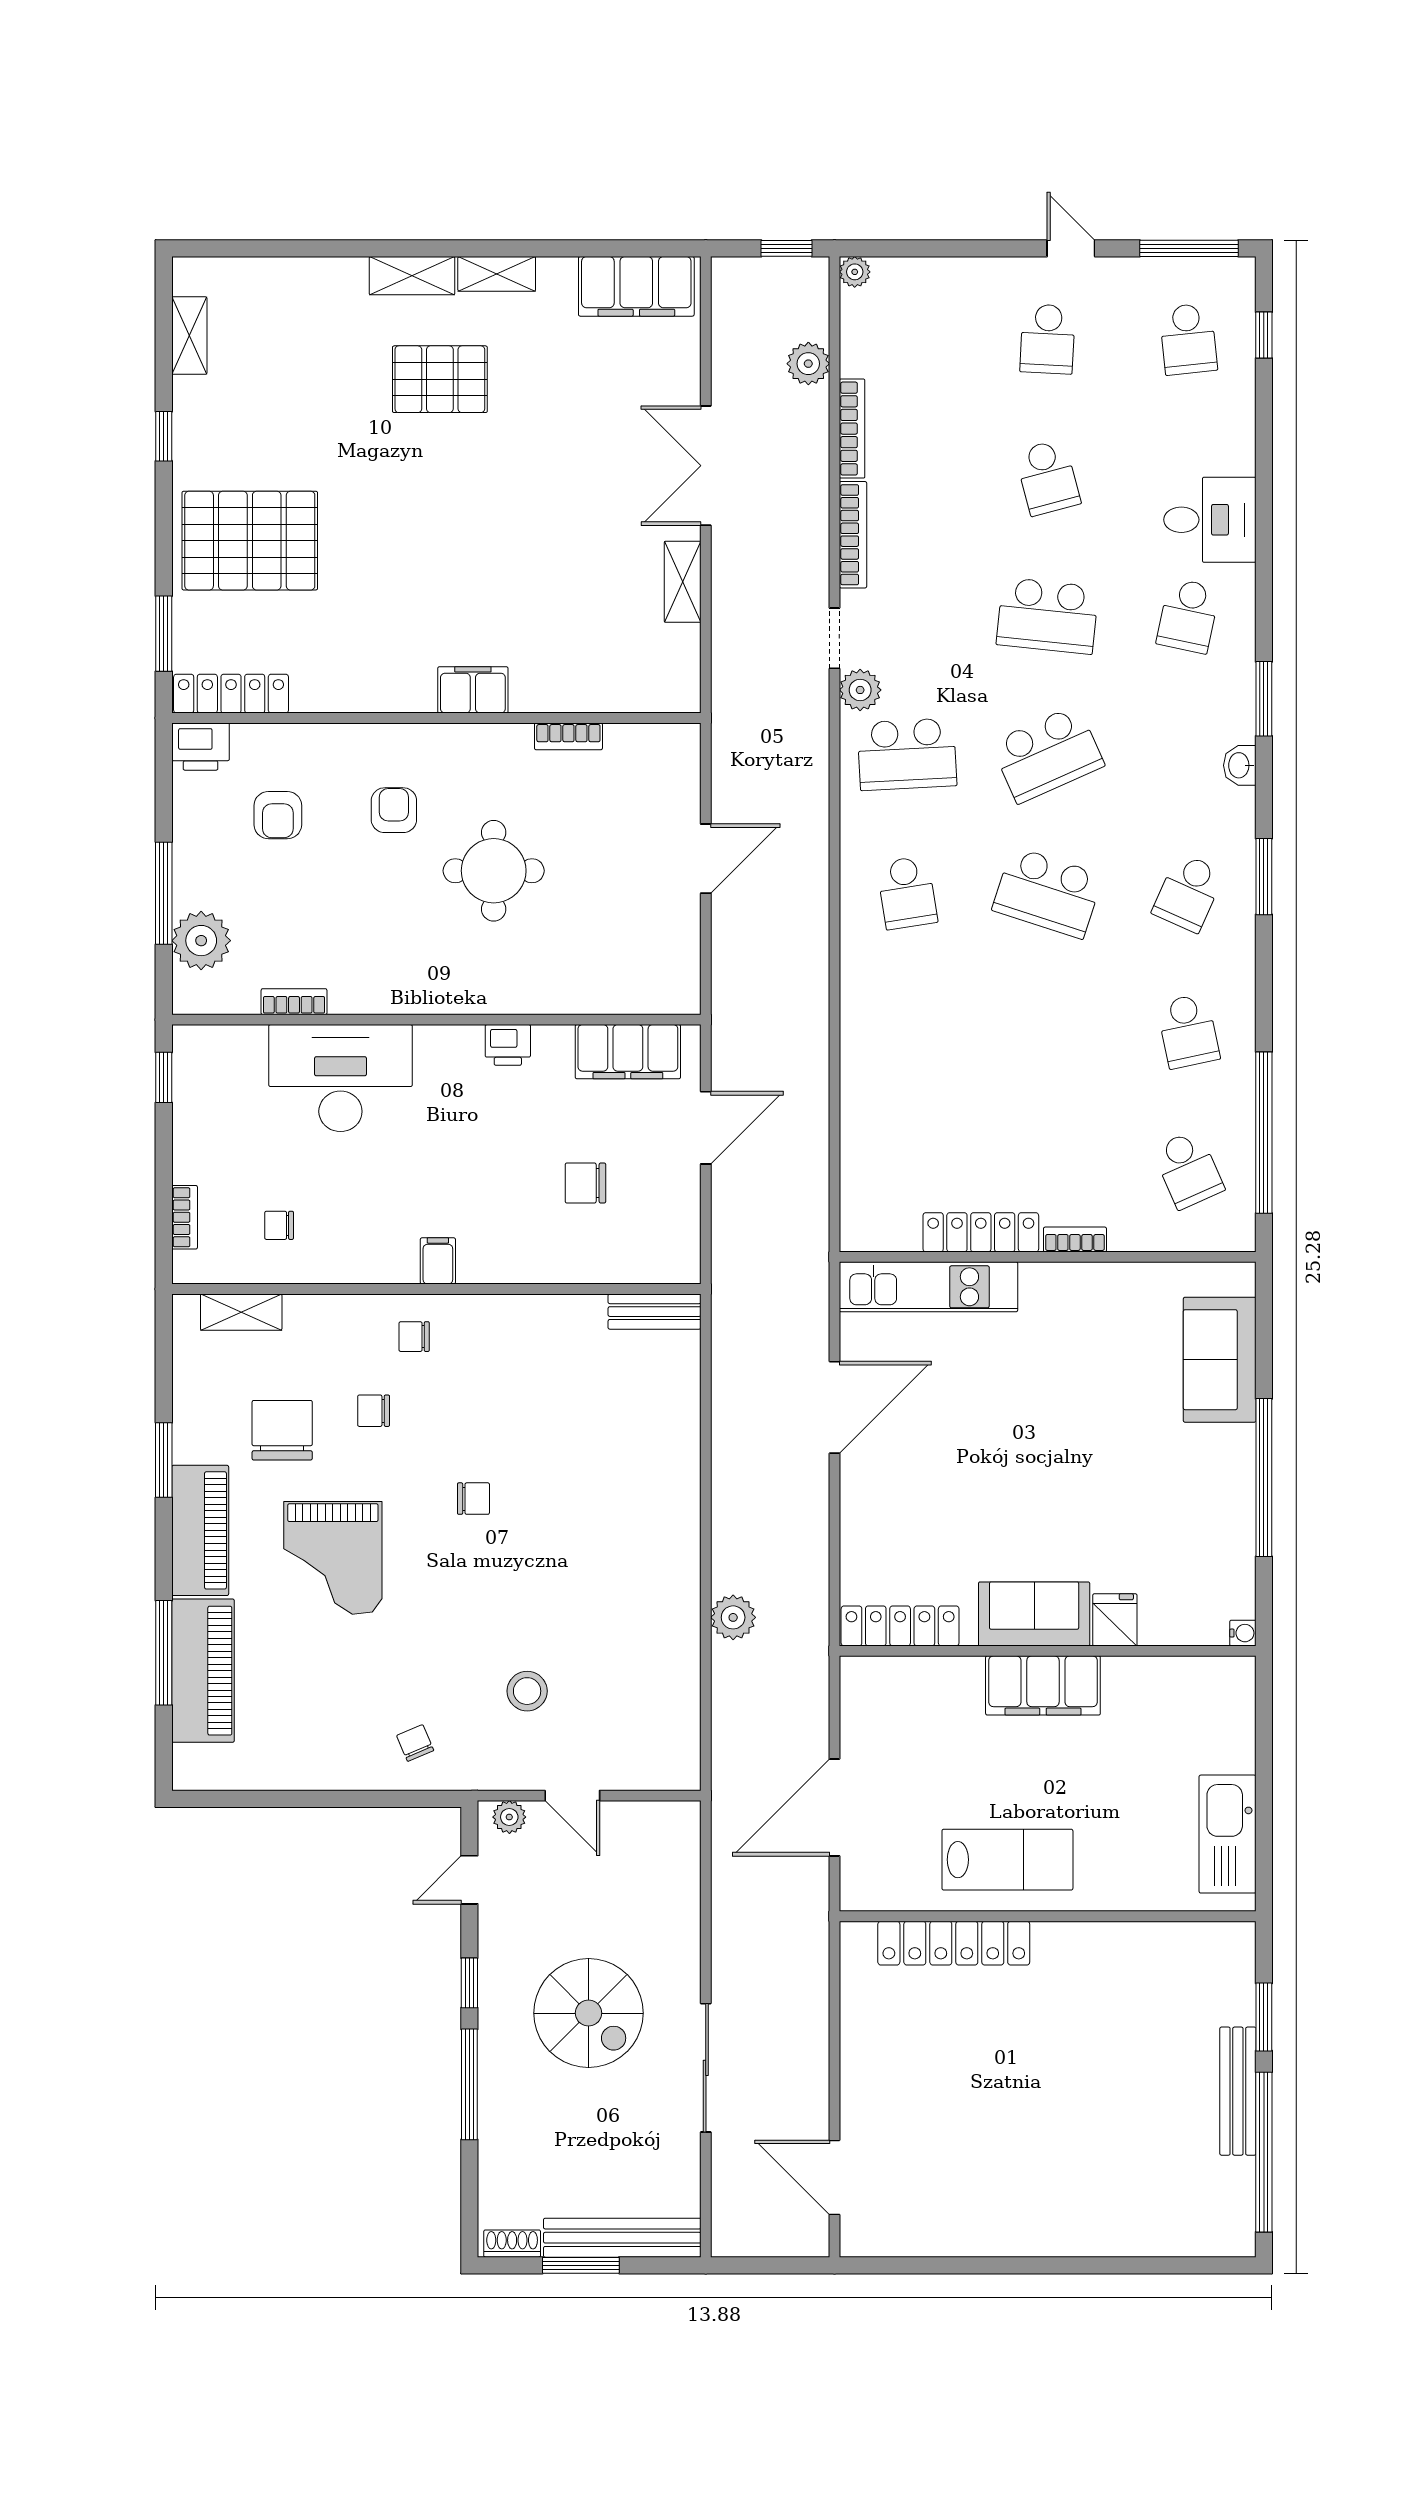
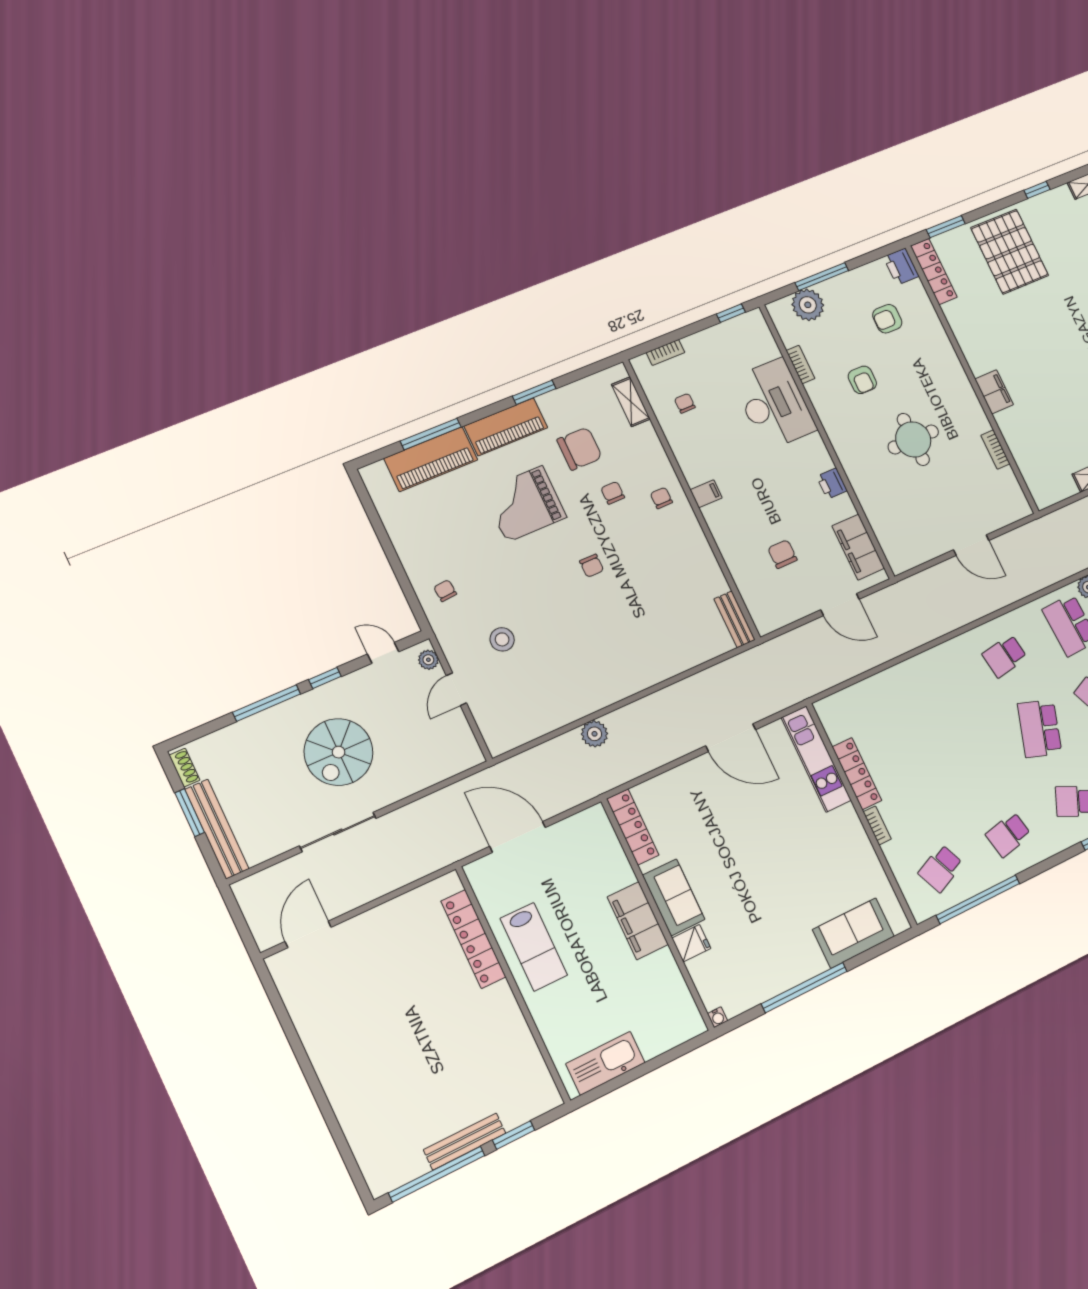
armchair: (394, 810) -> (862, 380), moved, turned 90
chair: (415, 1743) -> (445, 591), turned -72

